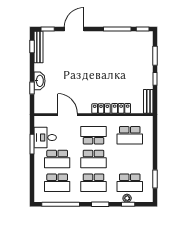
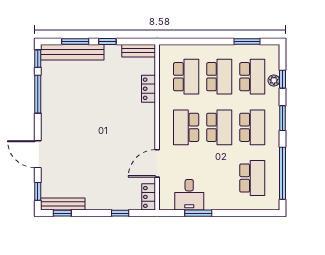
bench: (147, 54) -> (72, 52), added
washbasin: (40, 81) -> (110, 203), removed
locker: (101, 108) -> (149, 197), moved
school desk: (57, 159) -> (219, 77), moved

